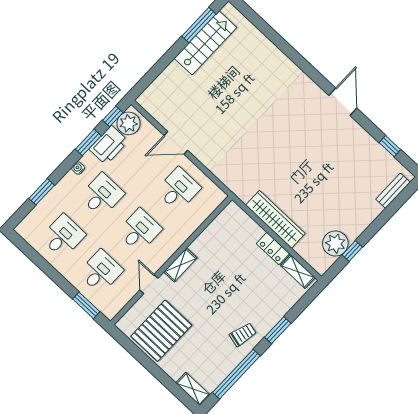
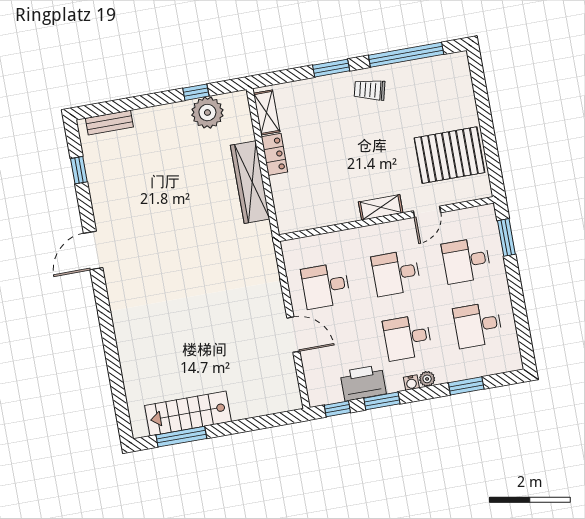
plant: (128, 123) -> (427, 379), moved, width x0.53, depth x0.53
shelving: (193, 389) -> (461, 72), removed

